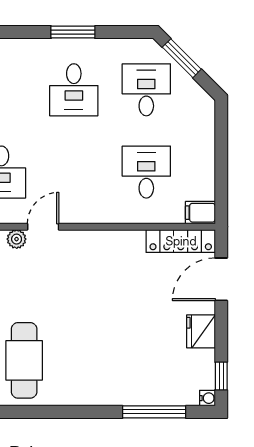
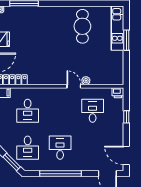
window: (73, 32) -> (61, 174), width x2.11
door: (43, 227) -> (74, 86), swing flipped

